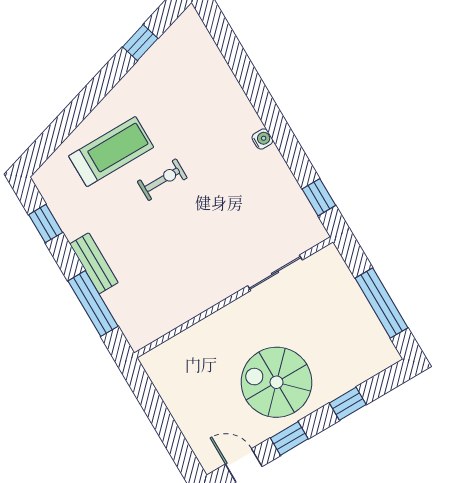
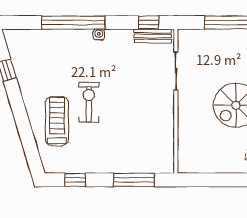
window: (258, 94) -> (73, 23), added
exercise bike: (162, 180) -> (89, 102), width x1.38, depth x1.39
bench: (94, 263) -> (153, 36), moved

